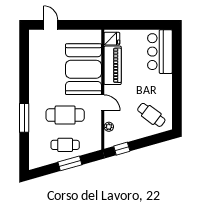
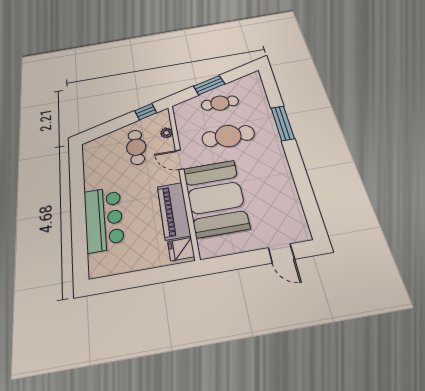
bar counter: (160, 52) -> (104, 219), moved
cafe table: (151, 115) -> (136, 147), moved, turned 53

